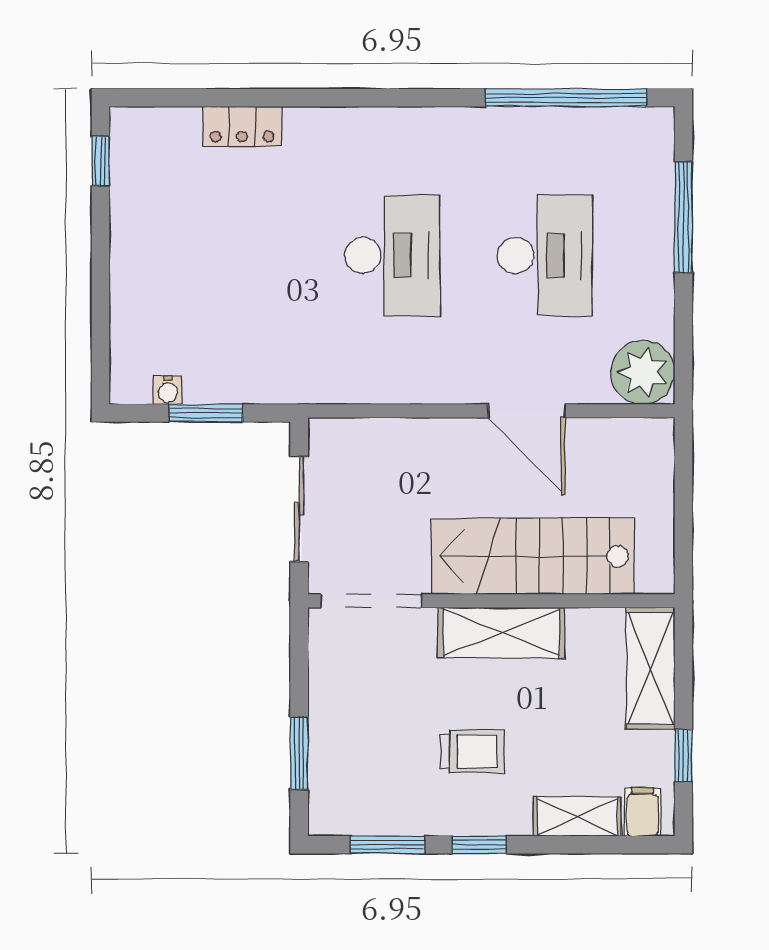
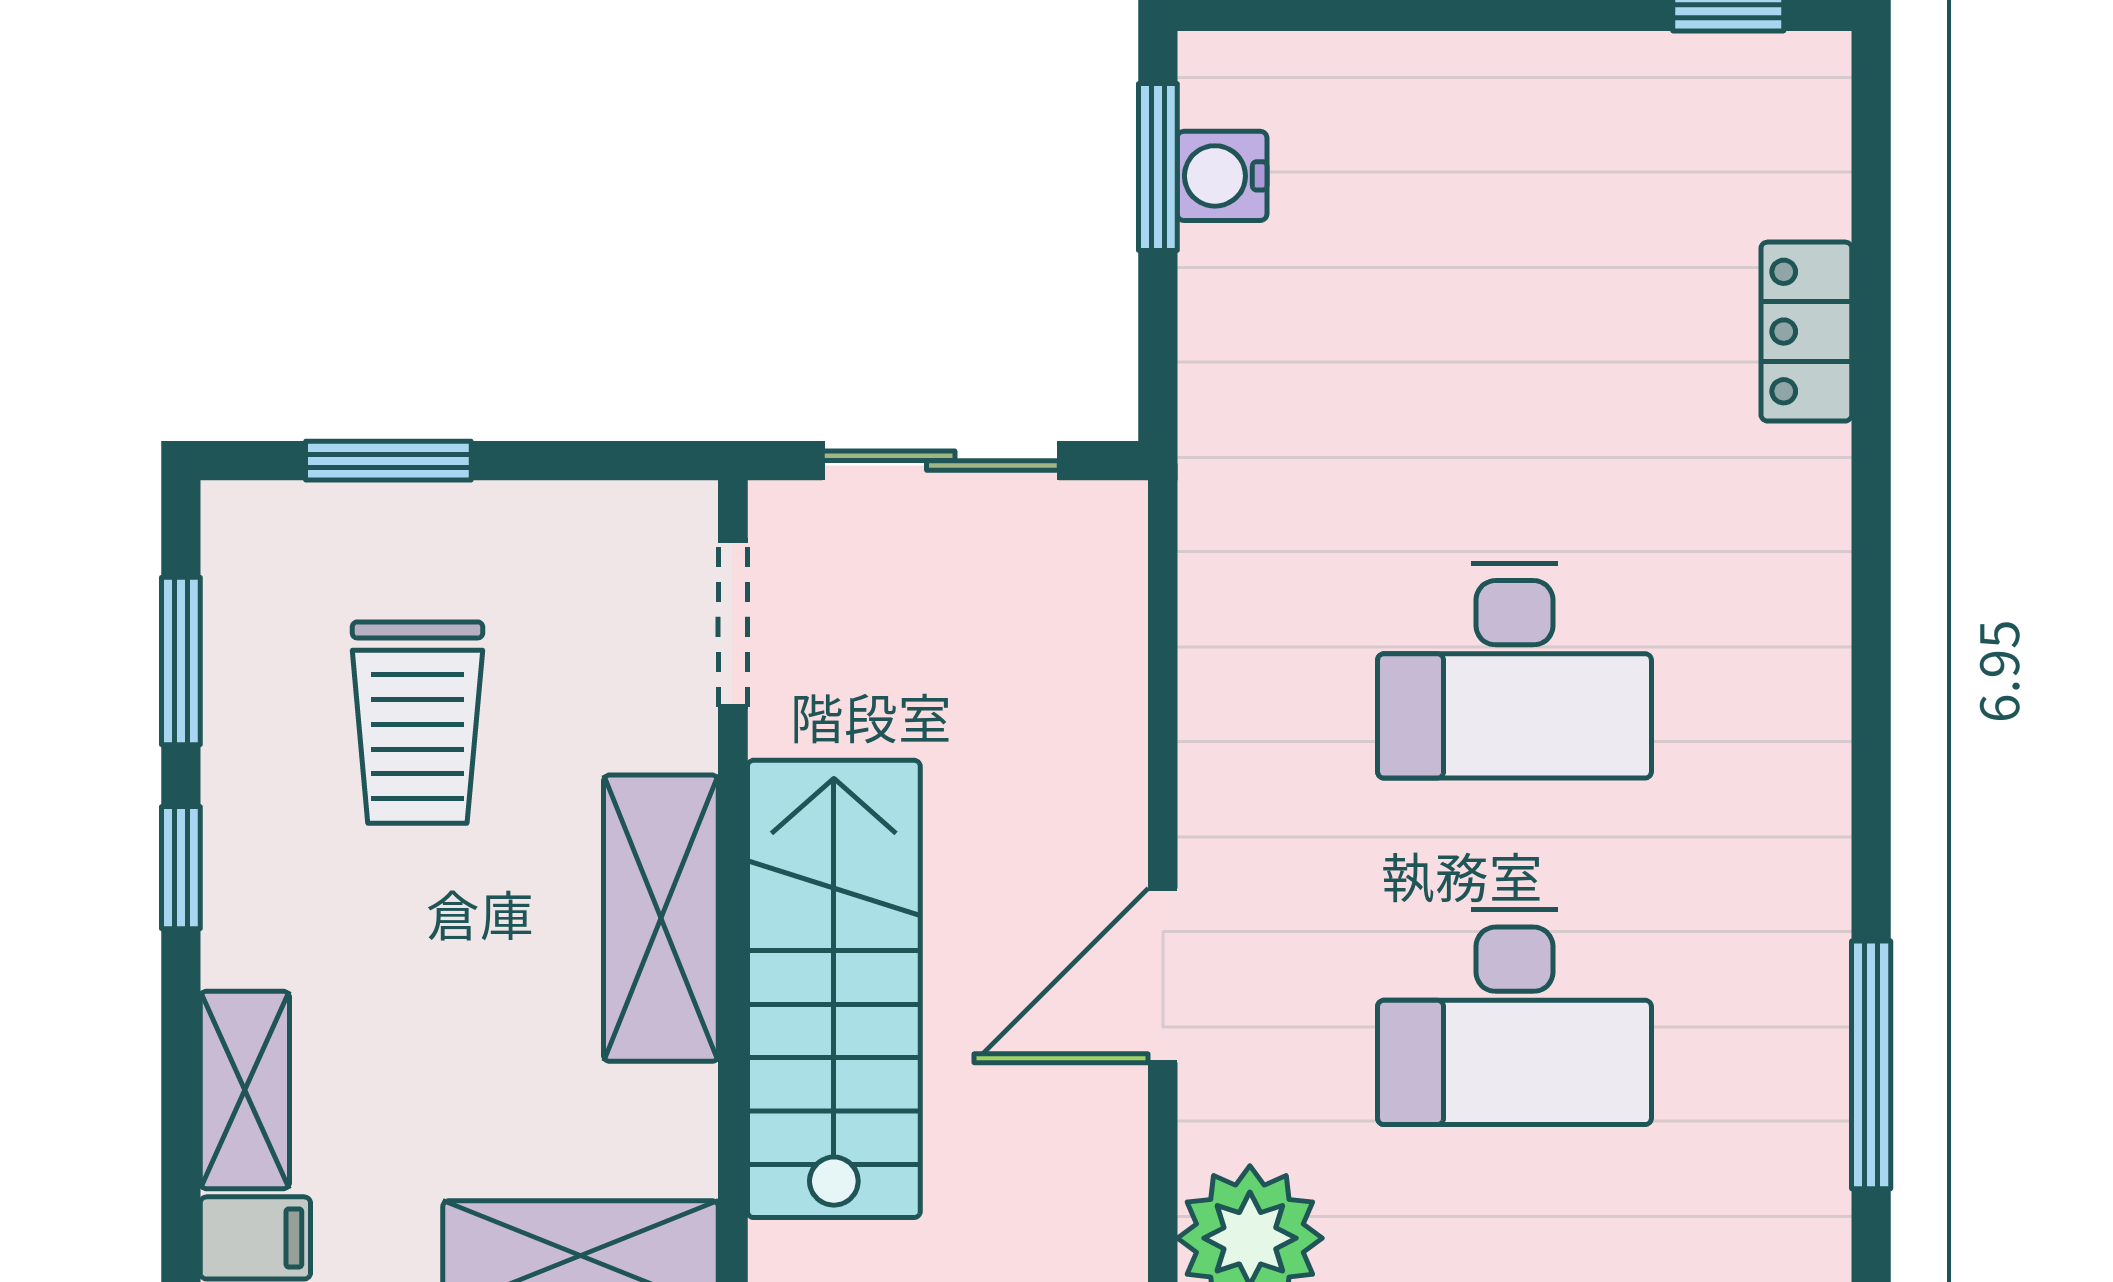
window: (566, 98) -> (1871, 1065), width x0.68
water cooler: (168, 390) -> (1222, 176), width x1.38, depth x1.38
window: (206, 413) -> (1158, 167), moved
doorway: (371, 601) -> (733, 624), width x0.73
trolley: (472, 751) -> (417, 723), moved, width x1.36, depth x1.39

